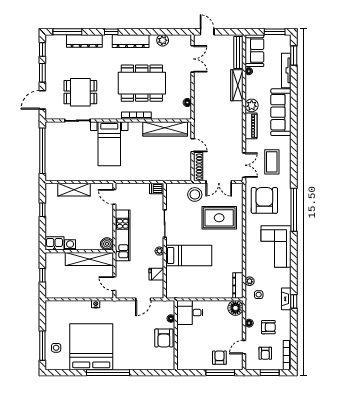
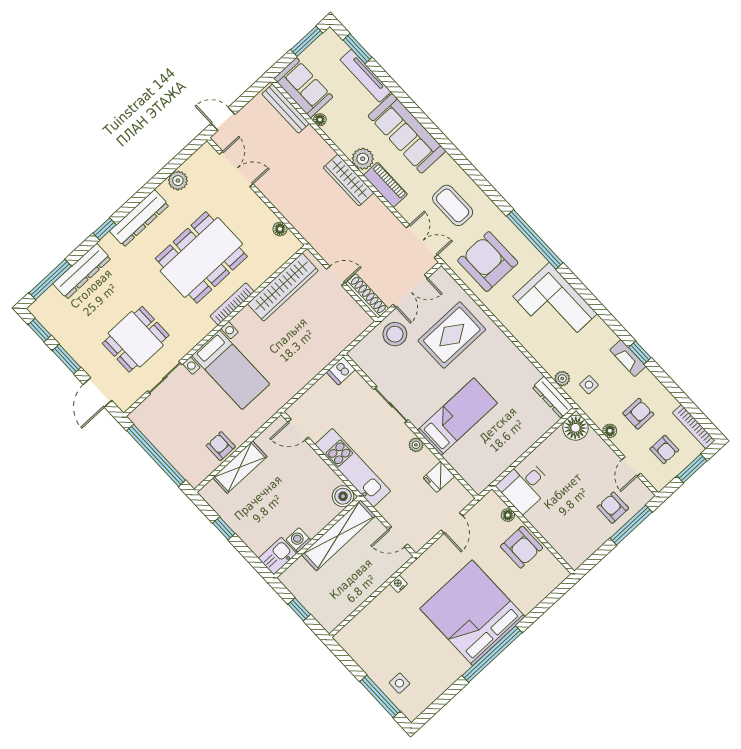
wardrobe: (237, 85) -> (348, 180), moved
armchair: (74, 173) -> (221, 446), added
bed: (91, 347) -> (472, 613), moved

